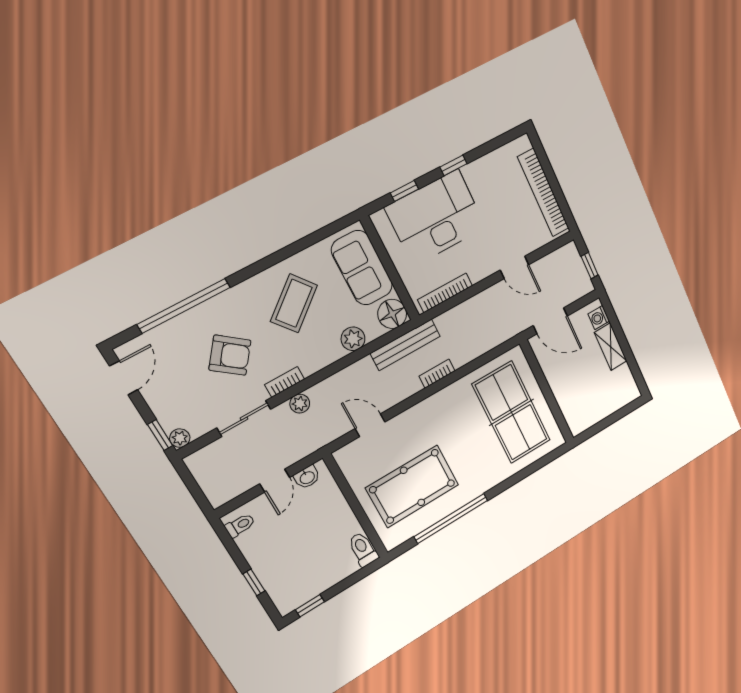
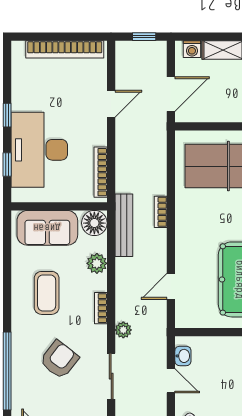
coffee table: (294, 303) -> (47, 293), turned 39
bookcase: (285, 382) -> (101, 308), moved

